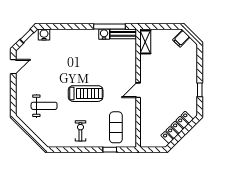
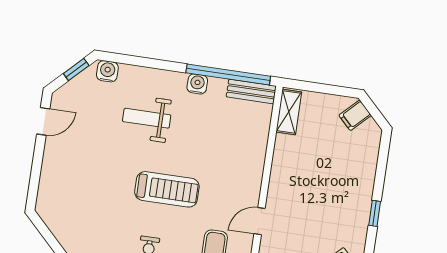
window: (110, 27) -> (228, 74), width x1.46
water cooler: (104, 34) -> (197, 84), moved
door: (138, 90) -> (260, 221), moved
weight bench: (44, 106) -> (147, 118), moved, turned 180

